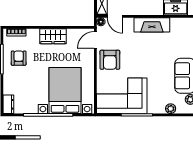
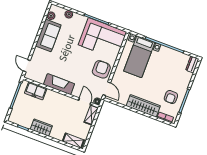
wardrobe: (53, 36) -> (143, 106), width x1.50
door: (95, 40) -> (107, 89), hinge flipped
bed with nightstands: (65, 90) -> (139, 57), width x0.73

